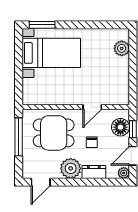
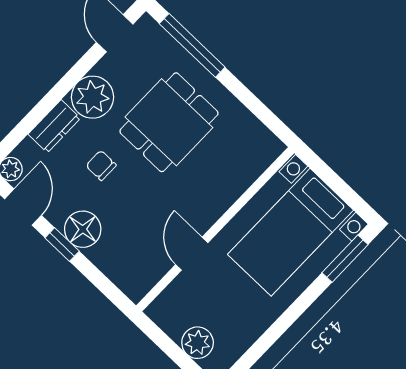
wall: (76, 107) -> (215, 229), moved
door: (92, 107) -> (192, 254), moved
window: (19, 137) -> (192, 45), moved

